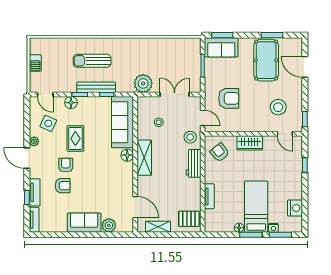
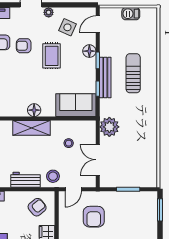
sofa: (221, 47) -> (147, 209), removed
double door: (174, 95) -> (98, 160), swing flipped
sofa: (122, 122) -> (76, 105), width x0.73
rug: (75, 139) -> (52, 56), turned 90
armchair: (66, 165) -> (24, 46), turned 180

